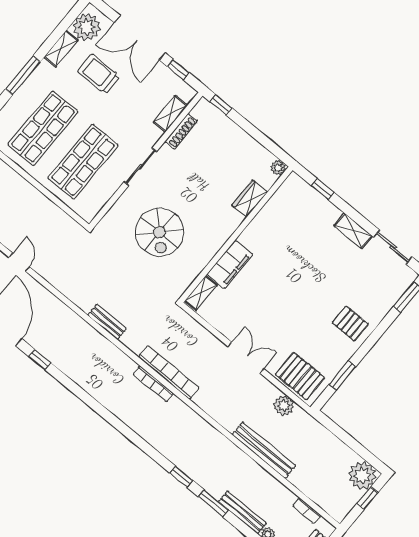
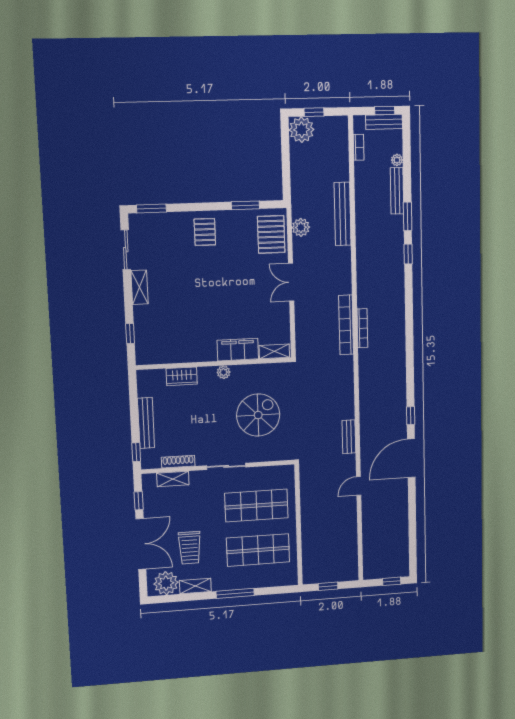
bench: (238, 135) -> (146, 423), added
plant: (278, 168) -> (224, 372), moved
bench: (107, 322) -> (349, 437), moved

